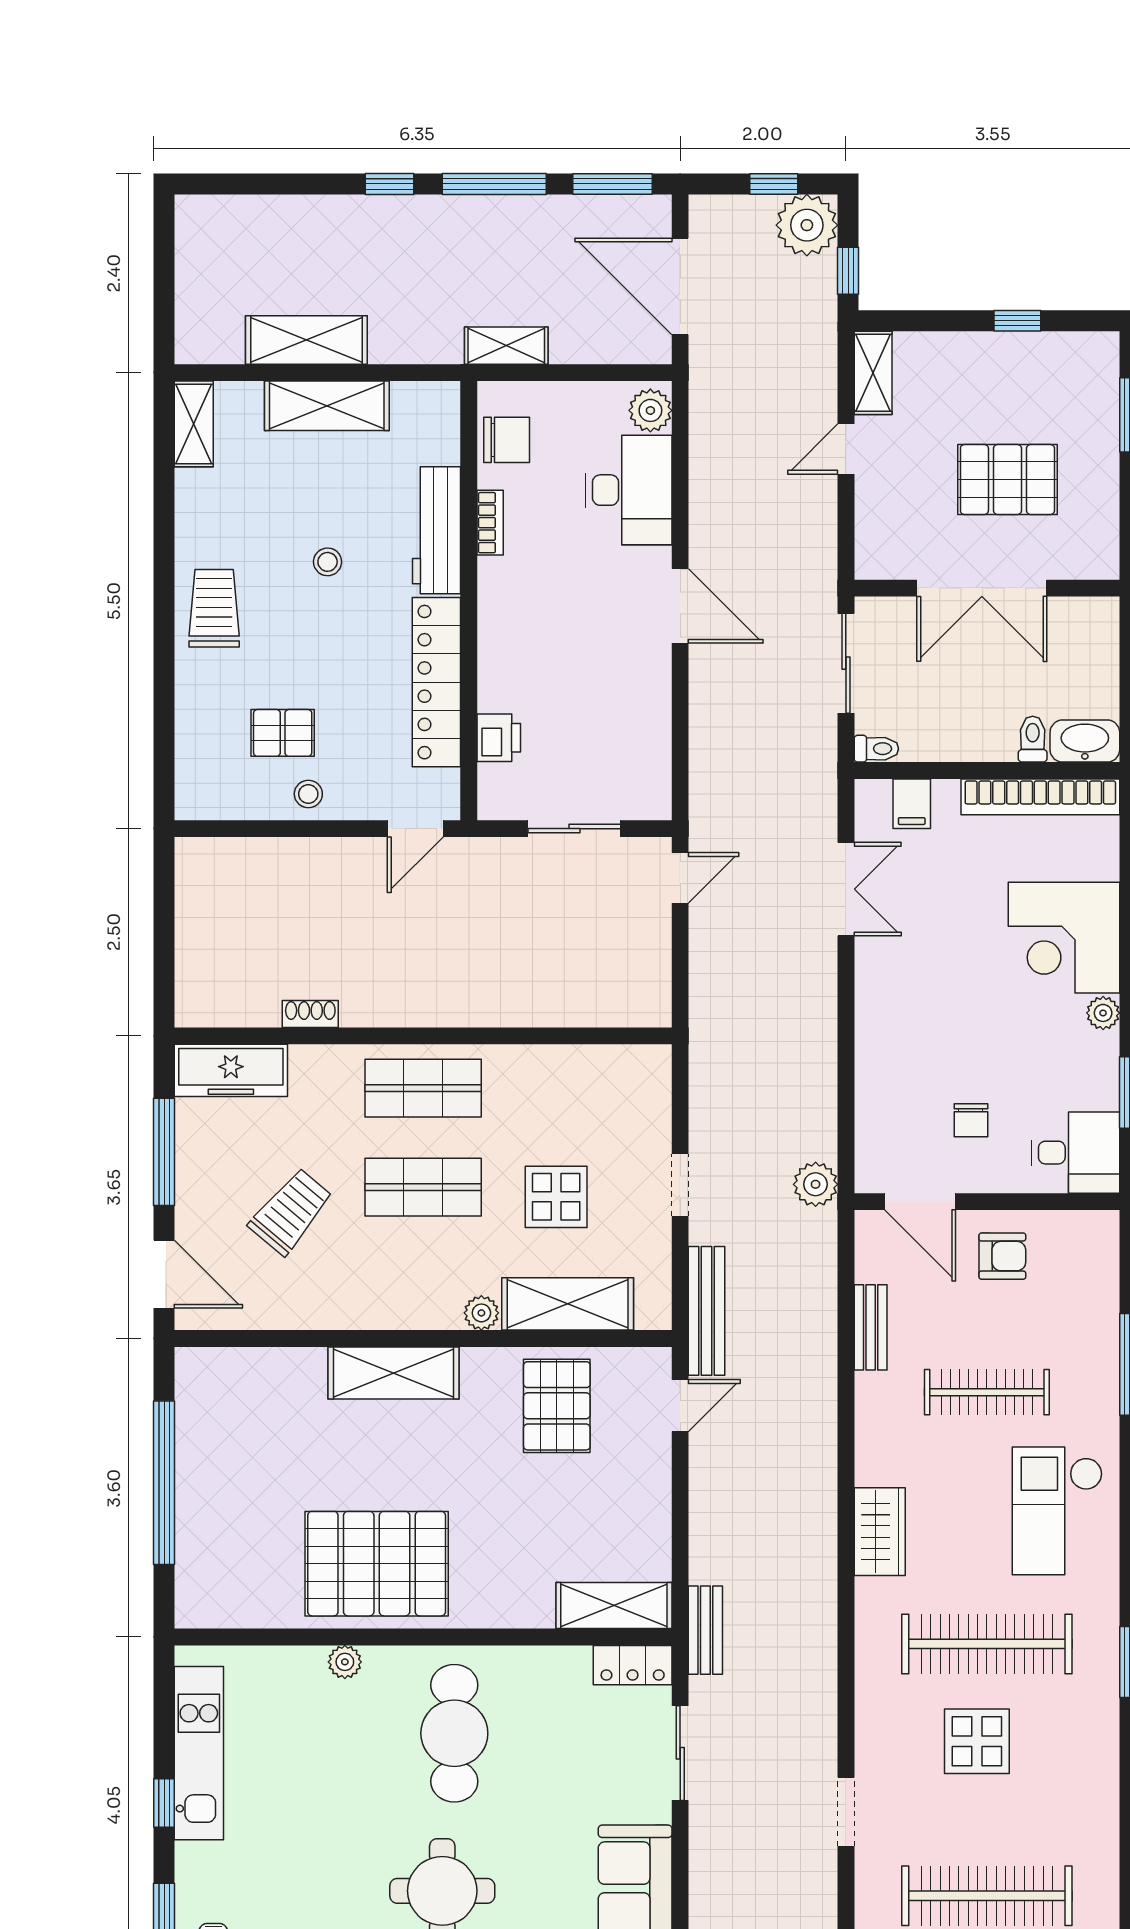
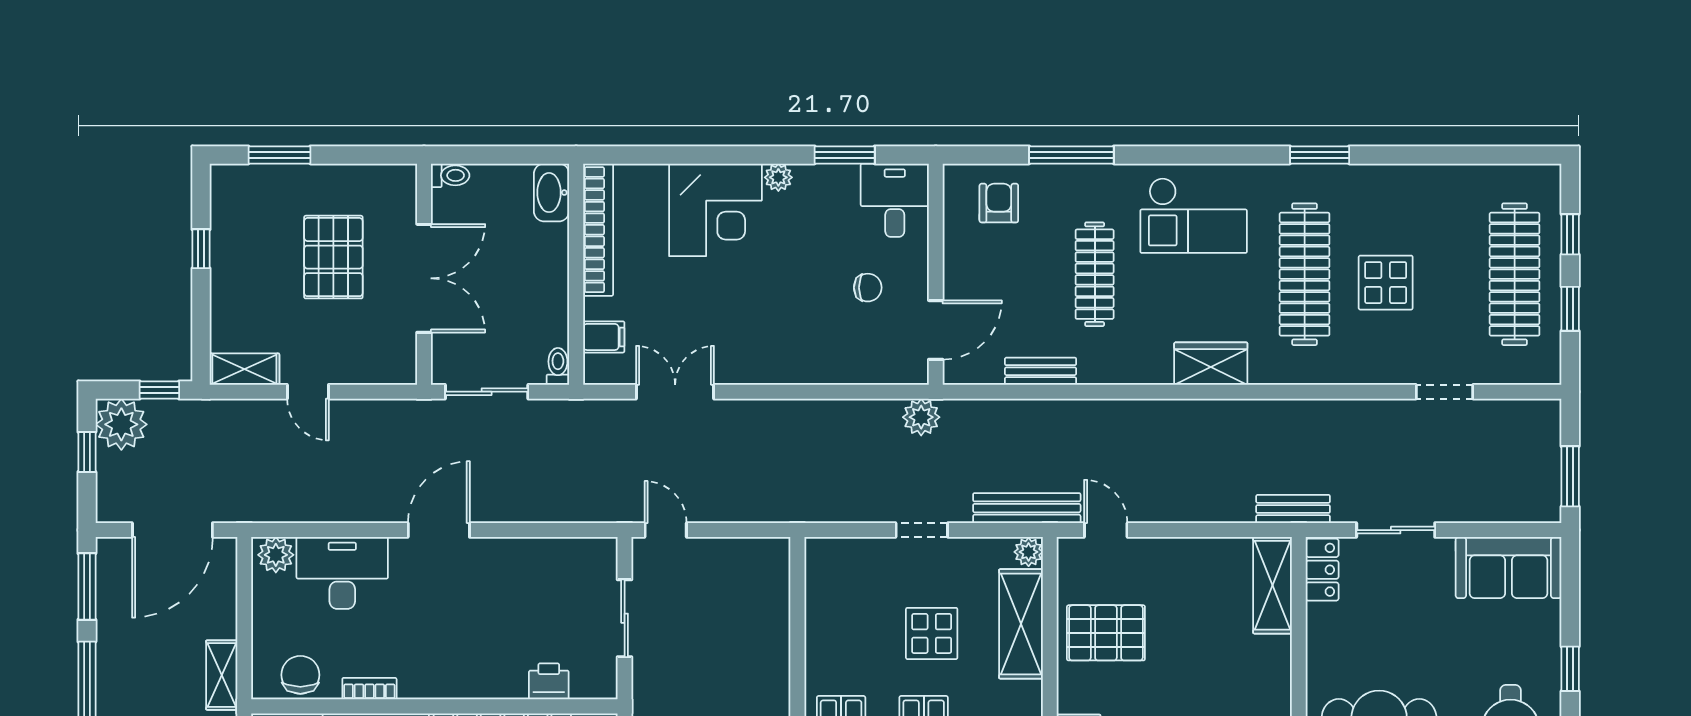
toilet: (1033, 739) -> (450, 175), moved, turned 180
armchair: (1002, 1256) -> (999, 203), moved
plant: (481, 1313) -> (1029, 552), moved

